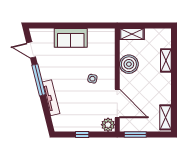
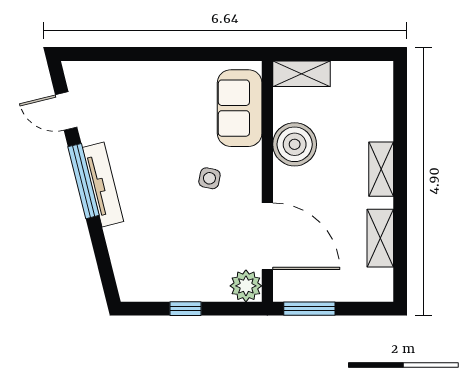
sofa: (71, 38) -> (240, 108), moved, turned 90
shelving: (166, 60) -> (381, 169), moved
tv unit: (51, 98) -> (103, 185), moved
shelving: (166, 117) -> (380, 238), moved

